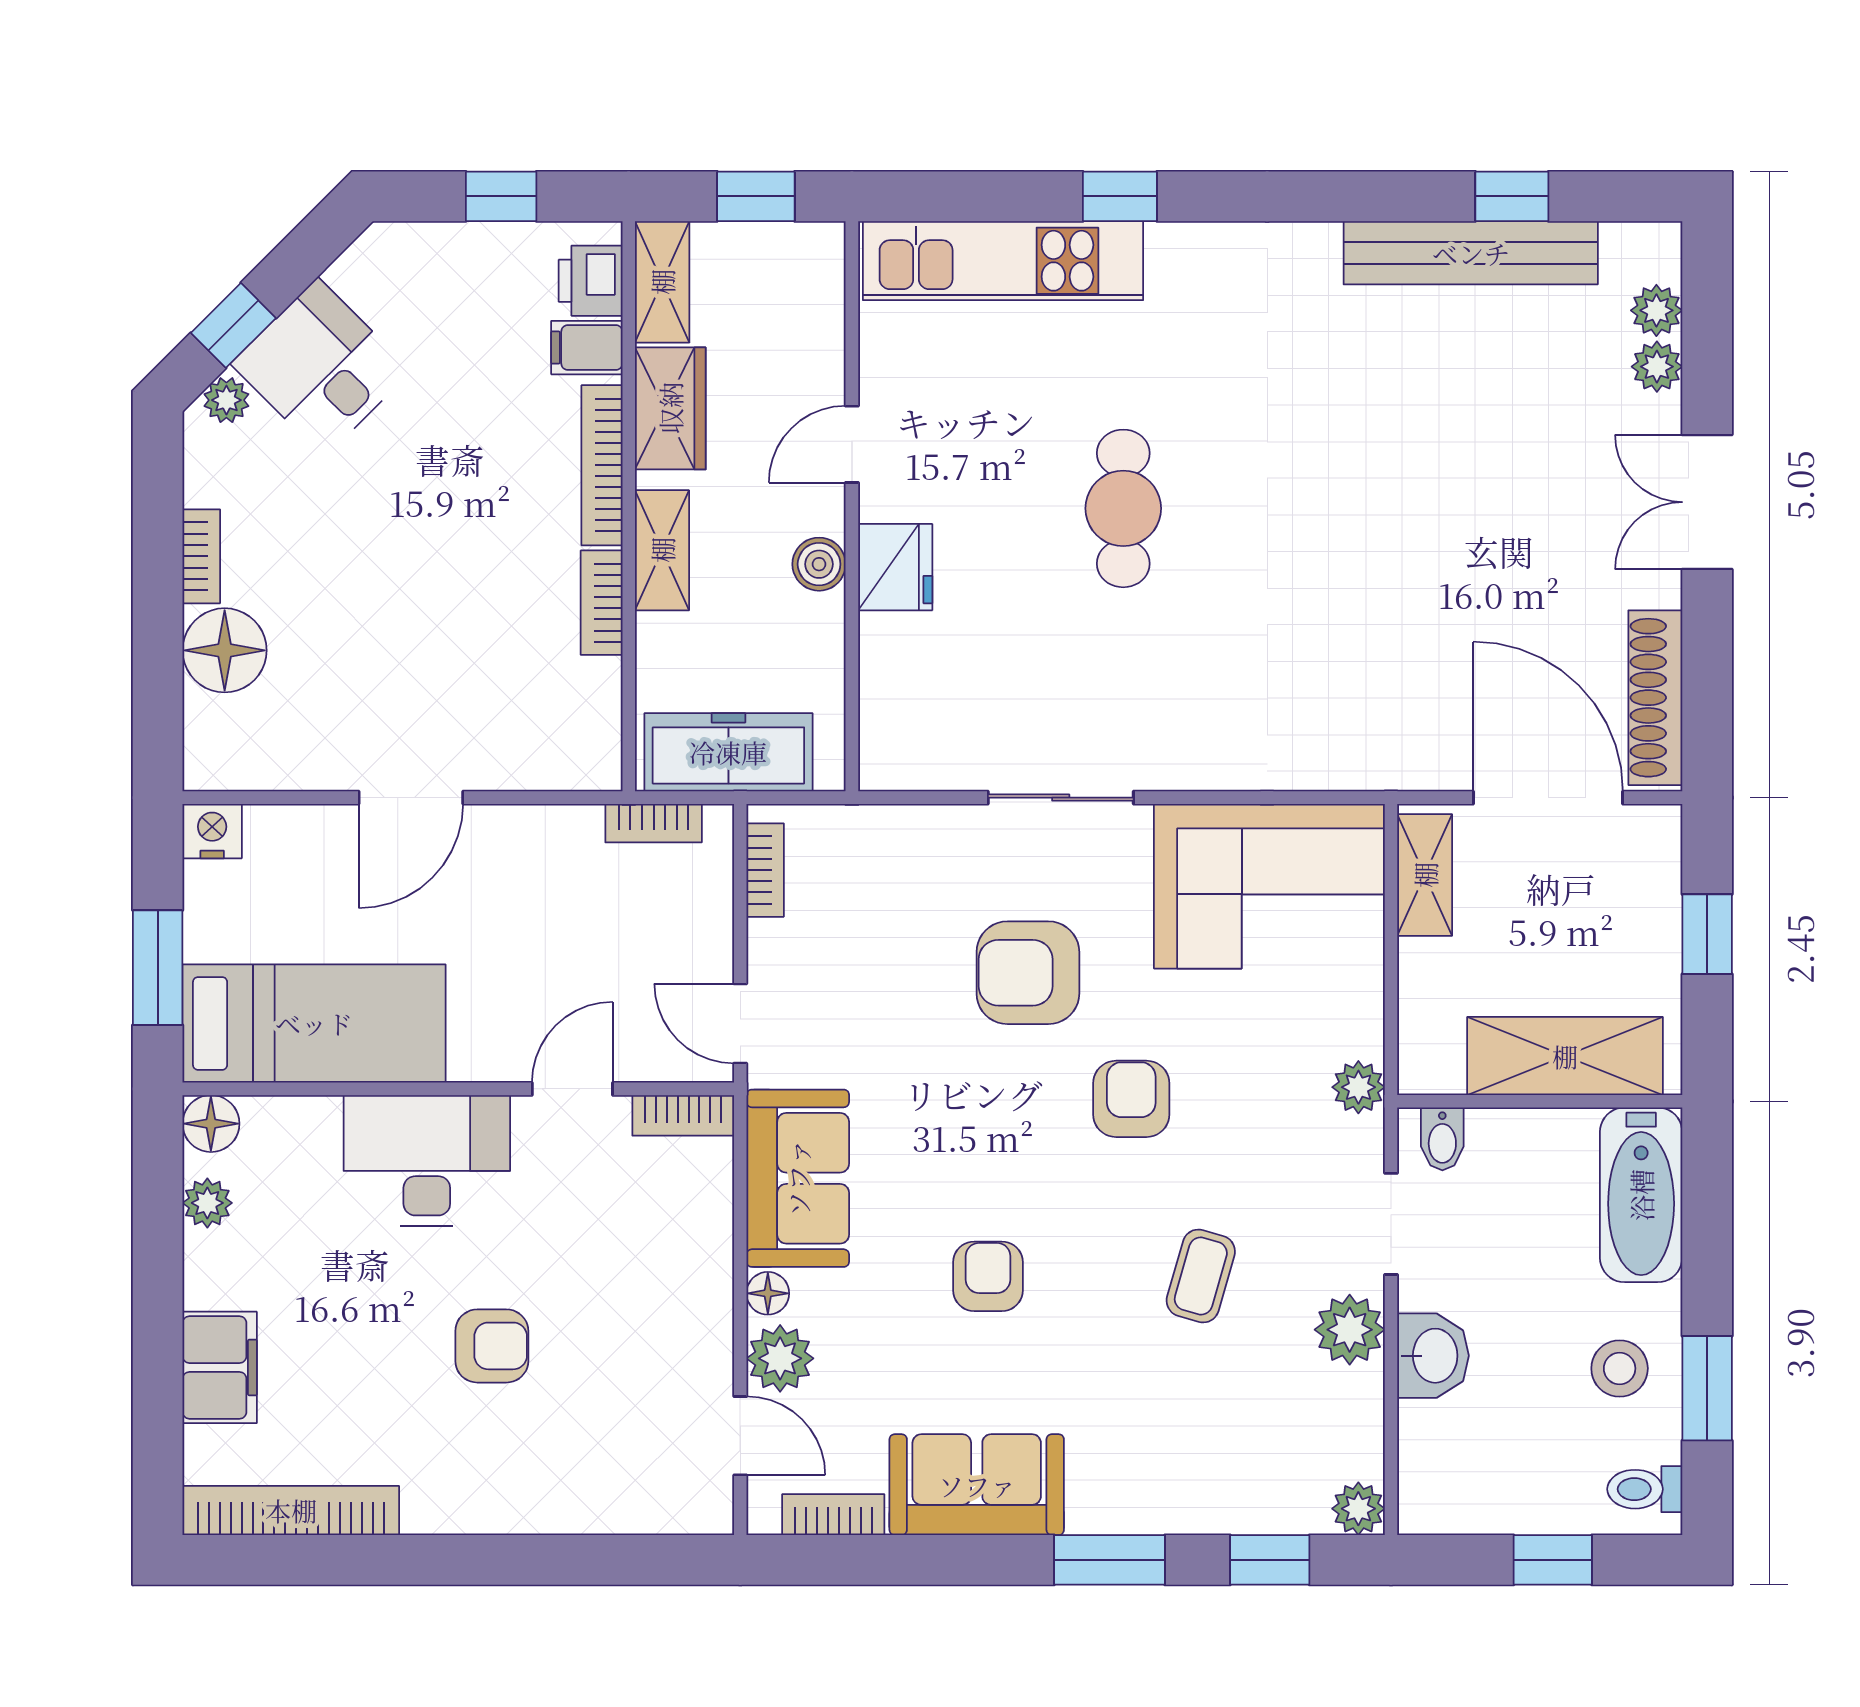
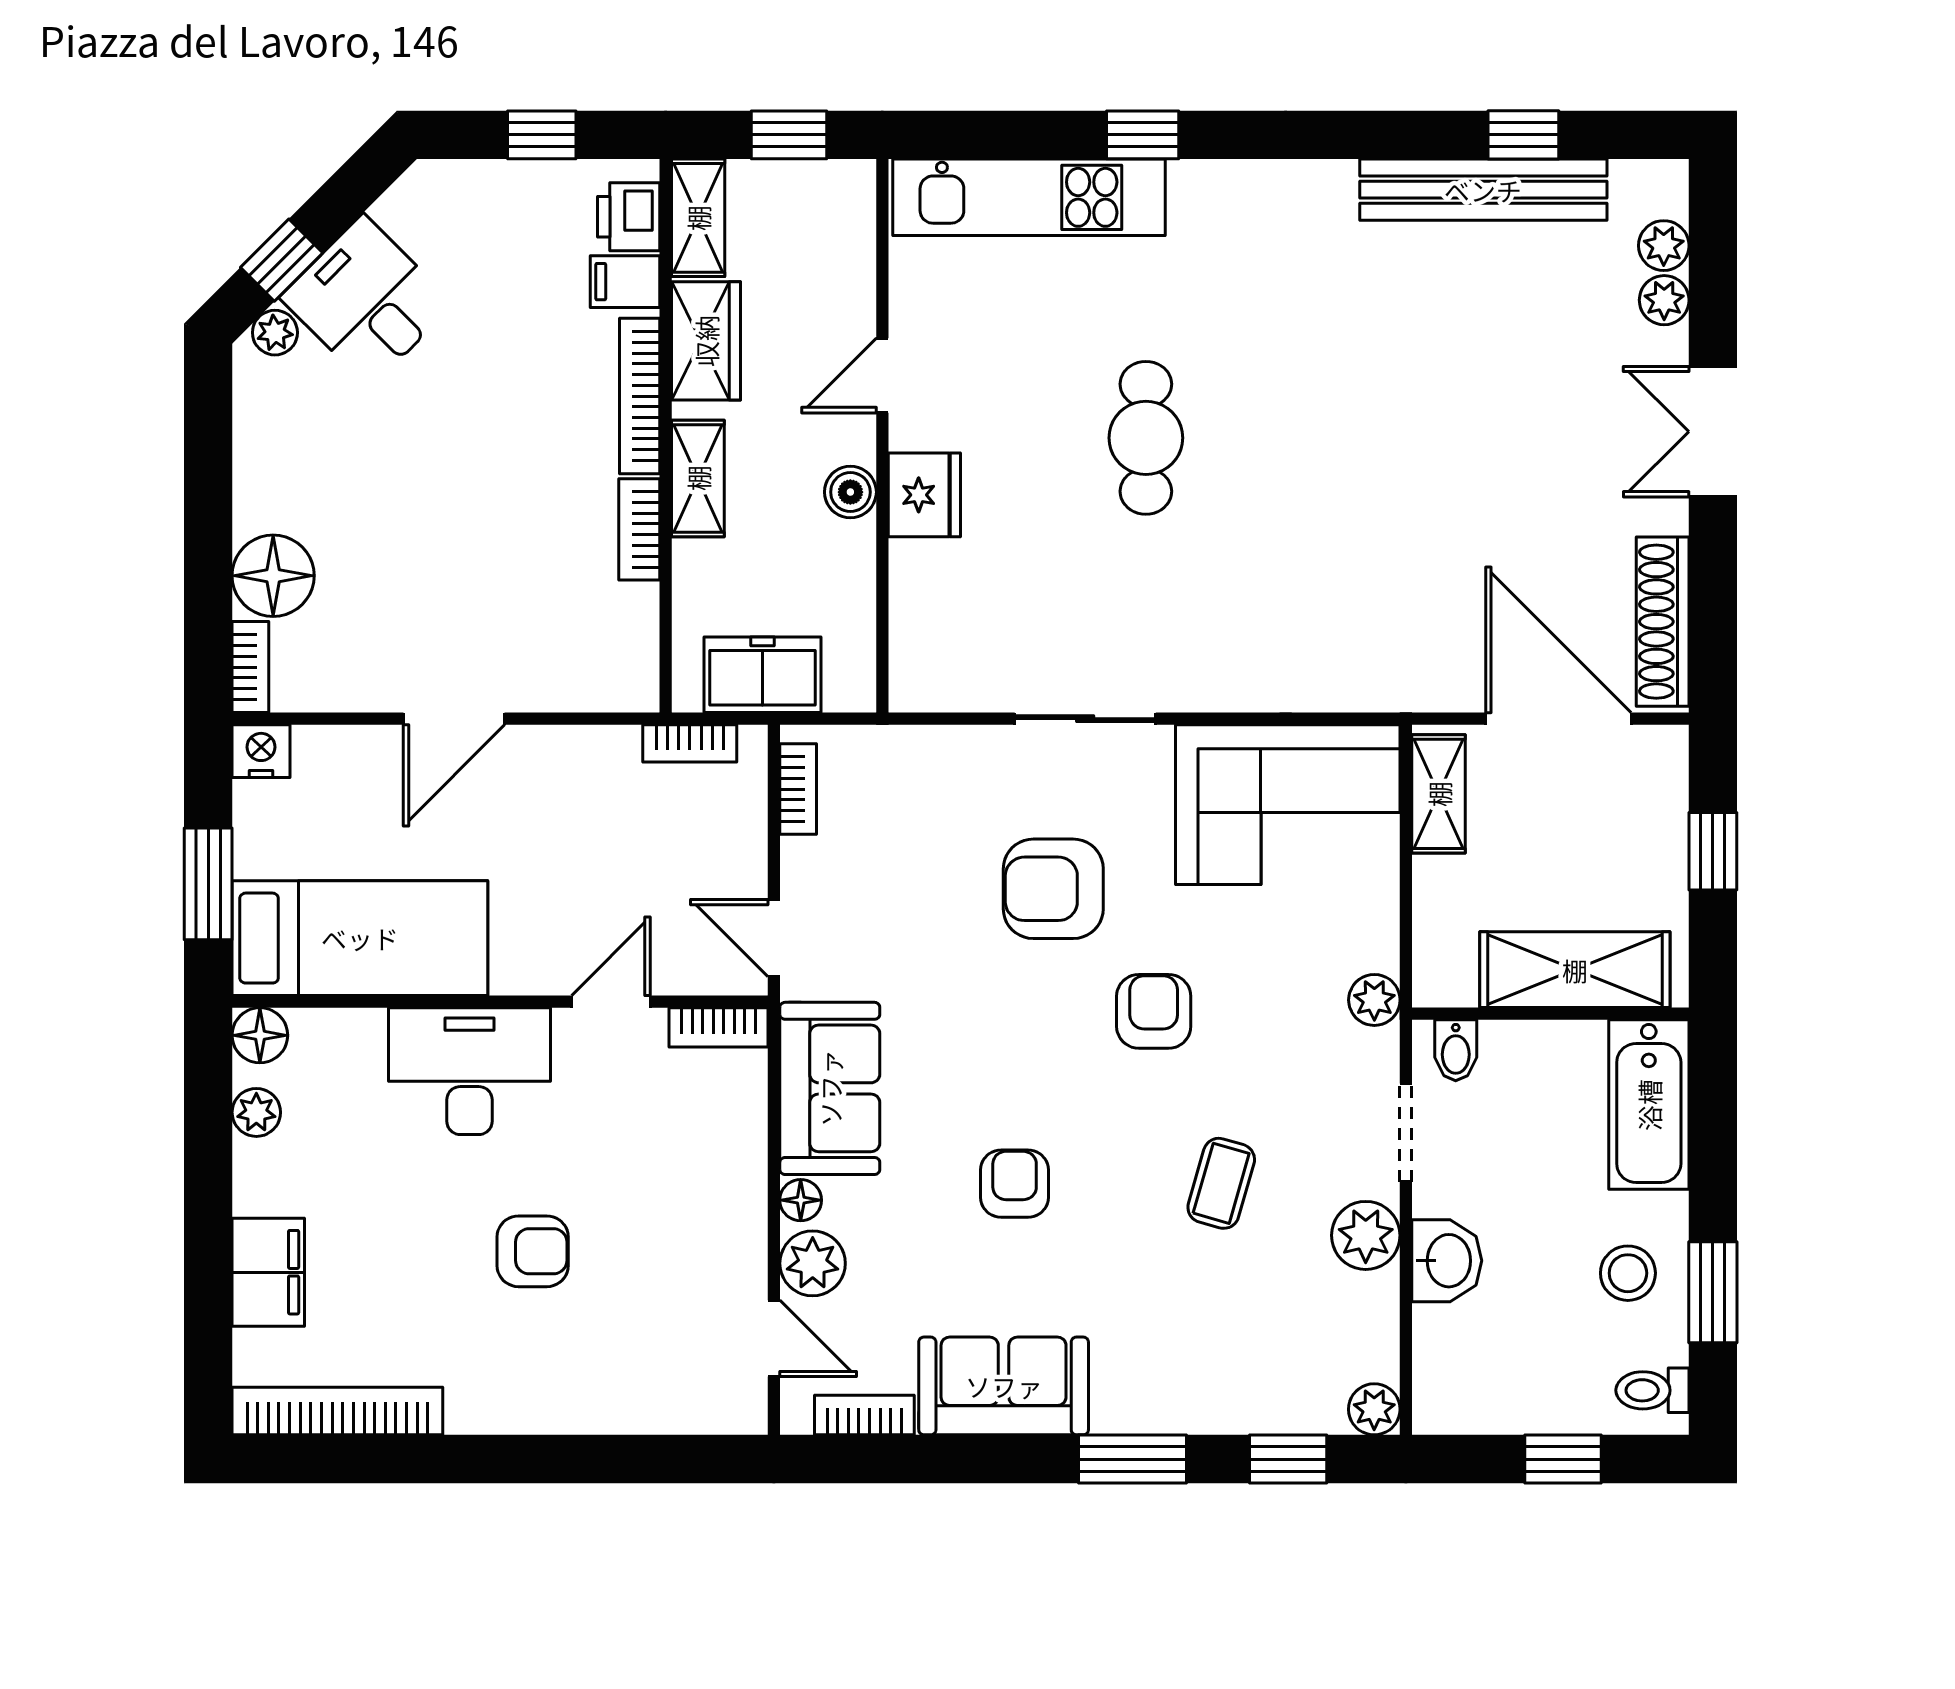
bookcase: (201, 556) -> (250, 667), moved
freezer: (728, 752) -> (762, 675), width x0.71

